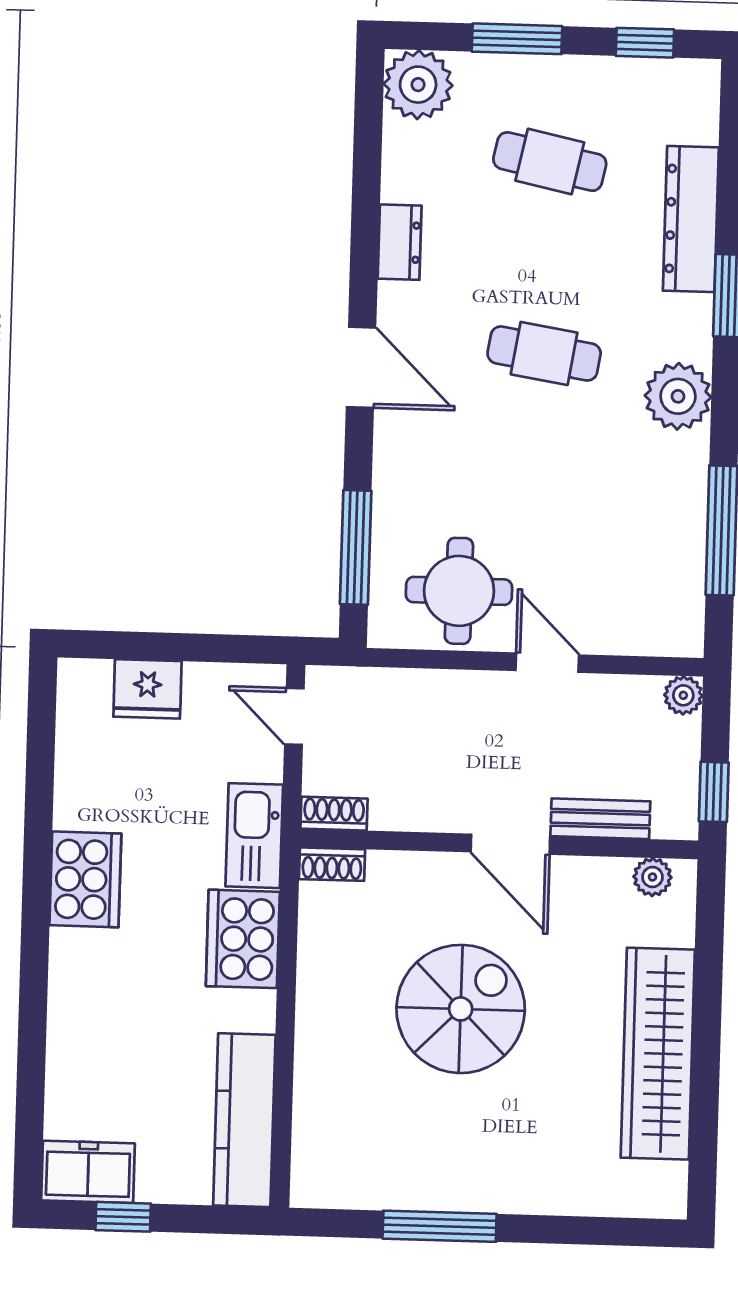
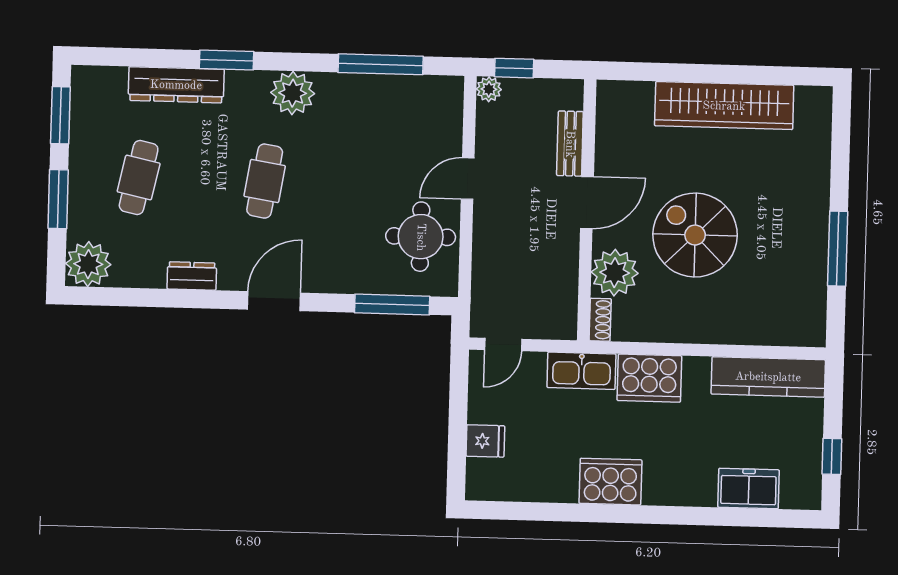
window: (645, 43) -> (60, 115), width x1.50
fridge: (147, 689) -> (485, 441), width x0.72
window: (714, 792) -> (514, 68), moved
shoe rack: (334, 814) -> (567, 318), removed
plant: (652, 877) -> (615, 273), moved, width x1.87, depth x1.87
freezer: (88, 1172) -> (749, 489), moved, turned 90

